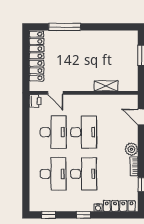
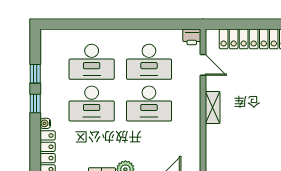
shelving: (106, 86) -> (213, 107), moved
door: (55, 93) -> (203, 65), swing flipped
window: (49, 215) -> (35, 74), moved

